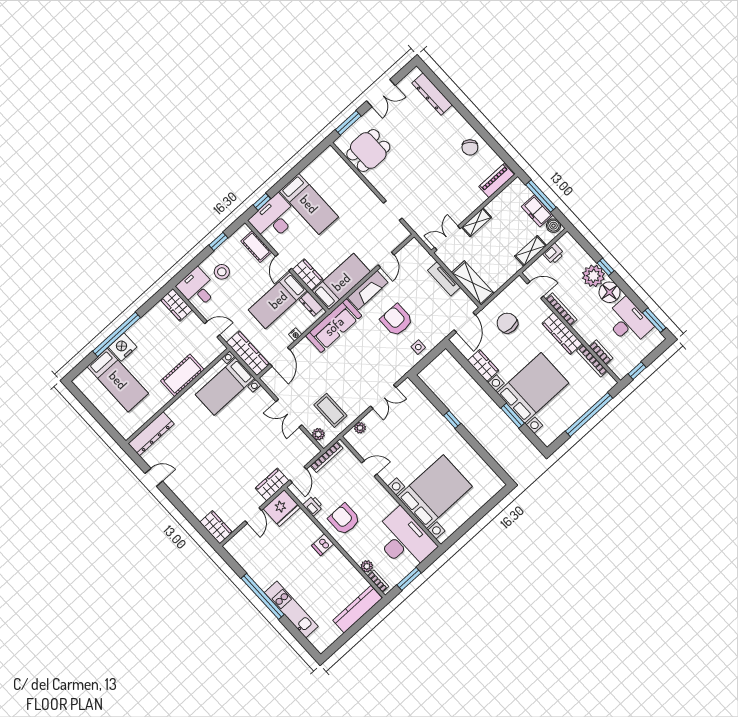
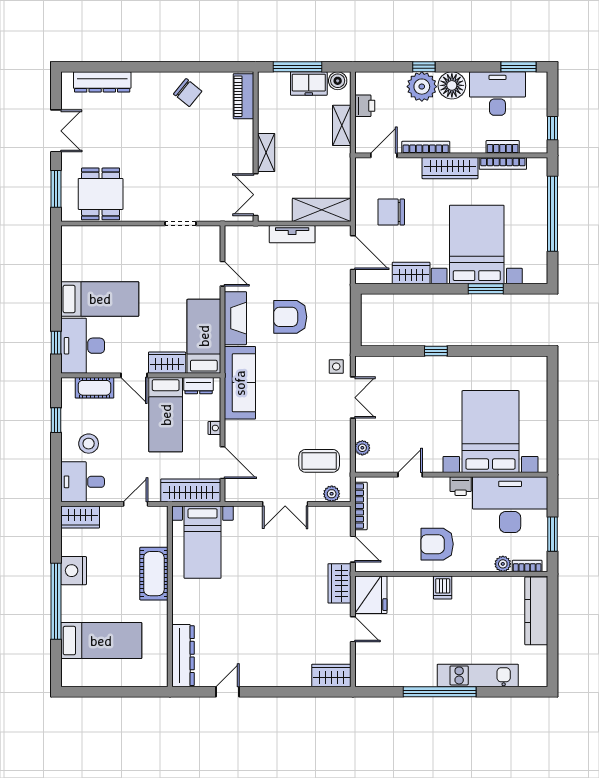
nightstand: (123, 347) -> (74, 571), moved
side table: (418, 347) -> (336, 367), moved
printer: (313, 506) -> (461, 486), moved, turned 180

